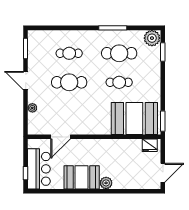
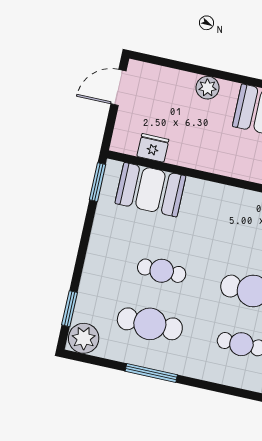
booth: (134, 118) -> (150, 190), width x0.73, depth x0.70
fridge: (150, 145) -> (153, 148), moved
plant: (106, 183) -> (207, 88), moved

